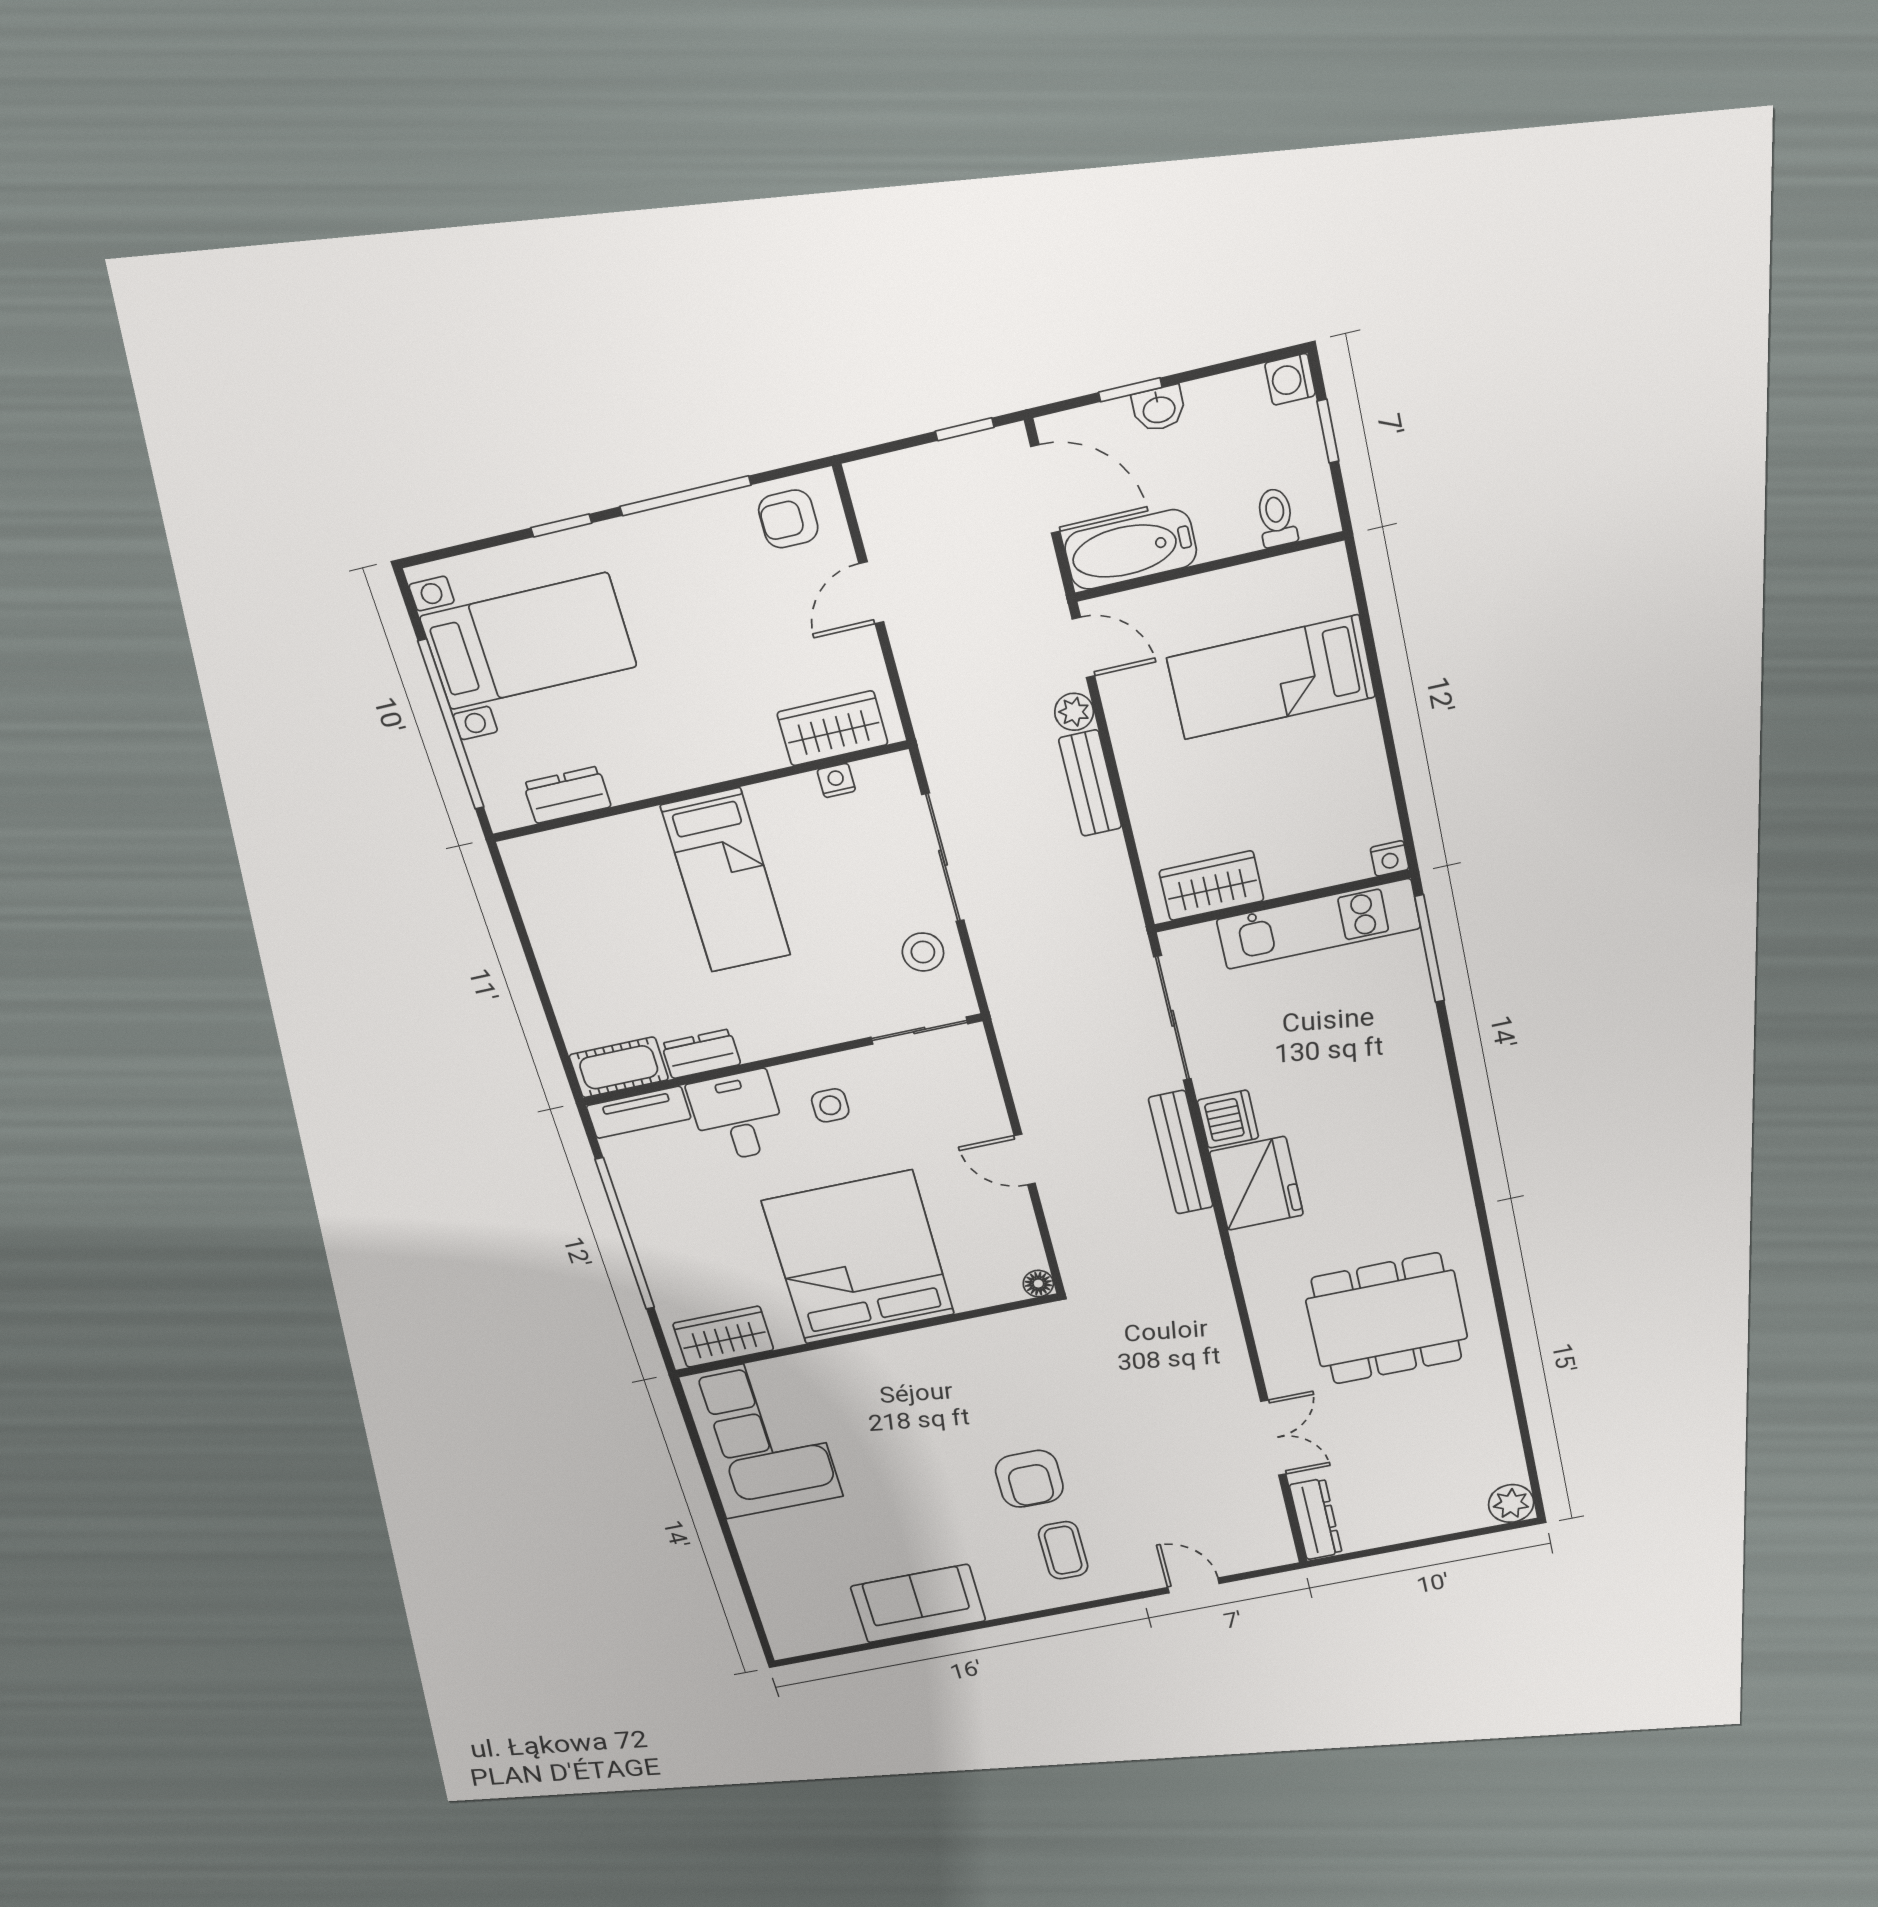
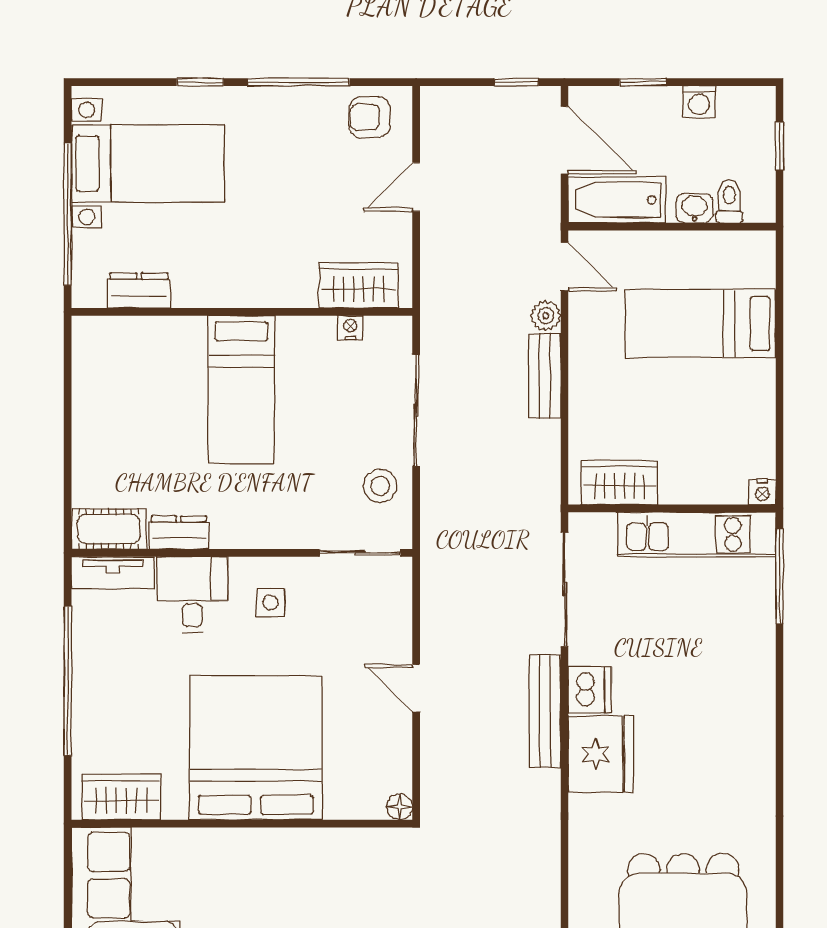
washing machine: (1290, 379) -> (699, 102), moved, turned -90
washbasin: (1159, 409) -> (695, 208), moved, turned 180

